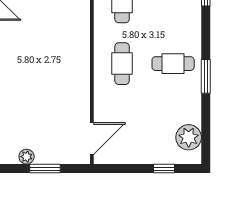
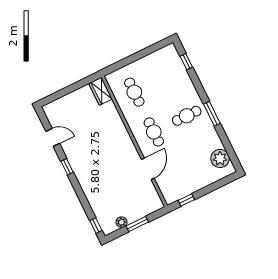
door: (92, 139) -> (148, 169), moved
window: (164, 169) -> (186, 200), moved

